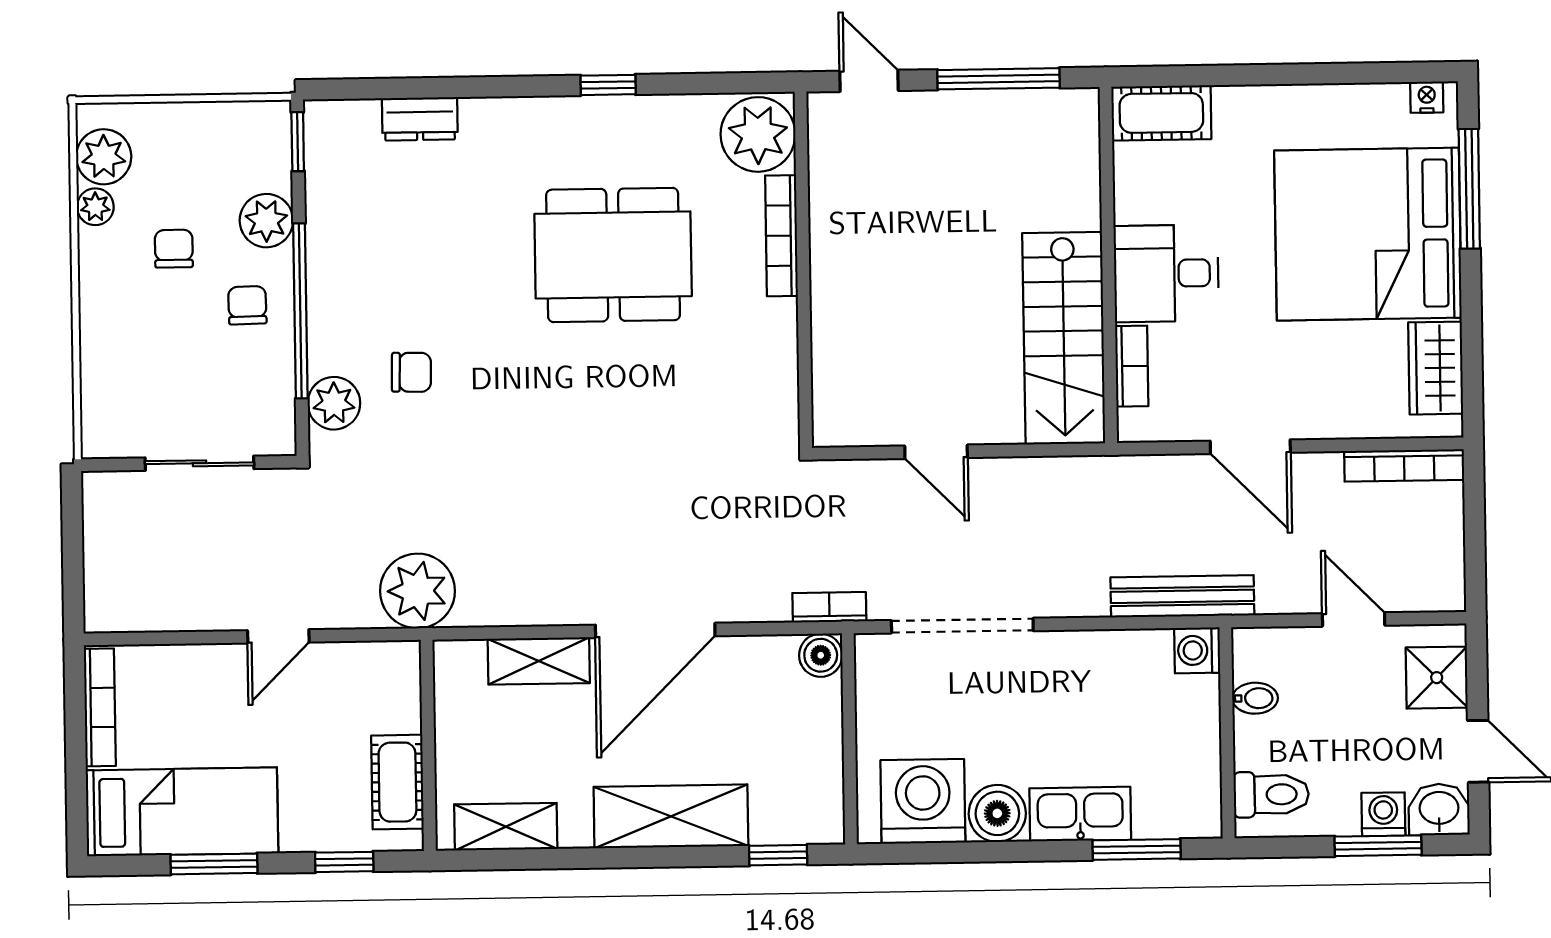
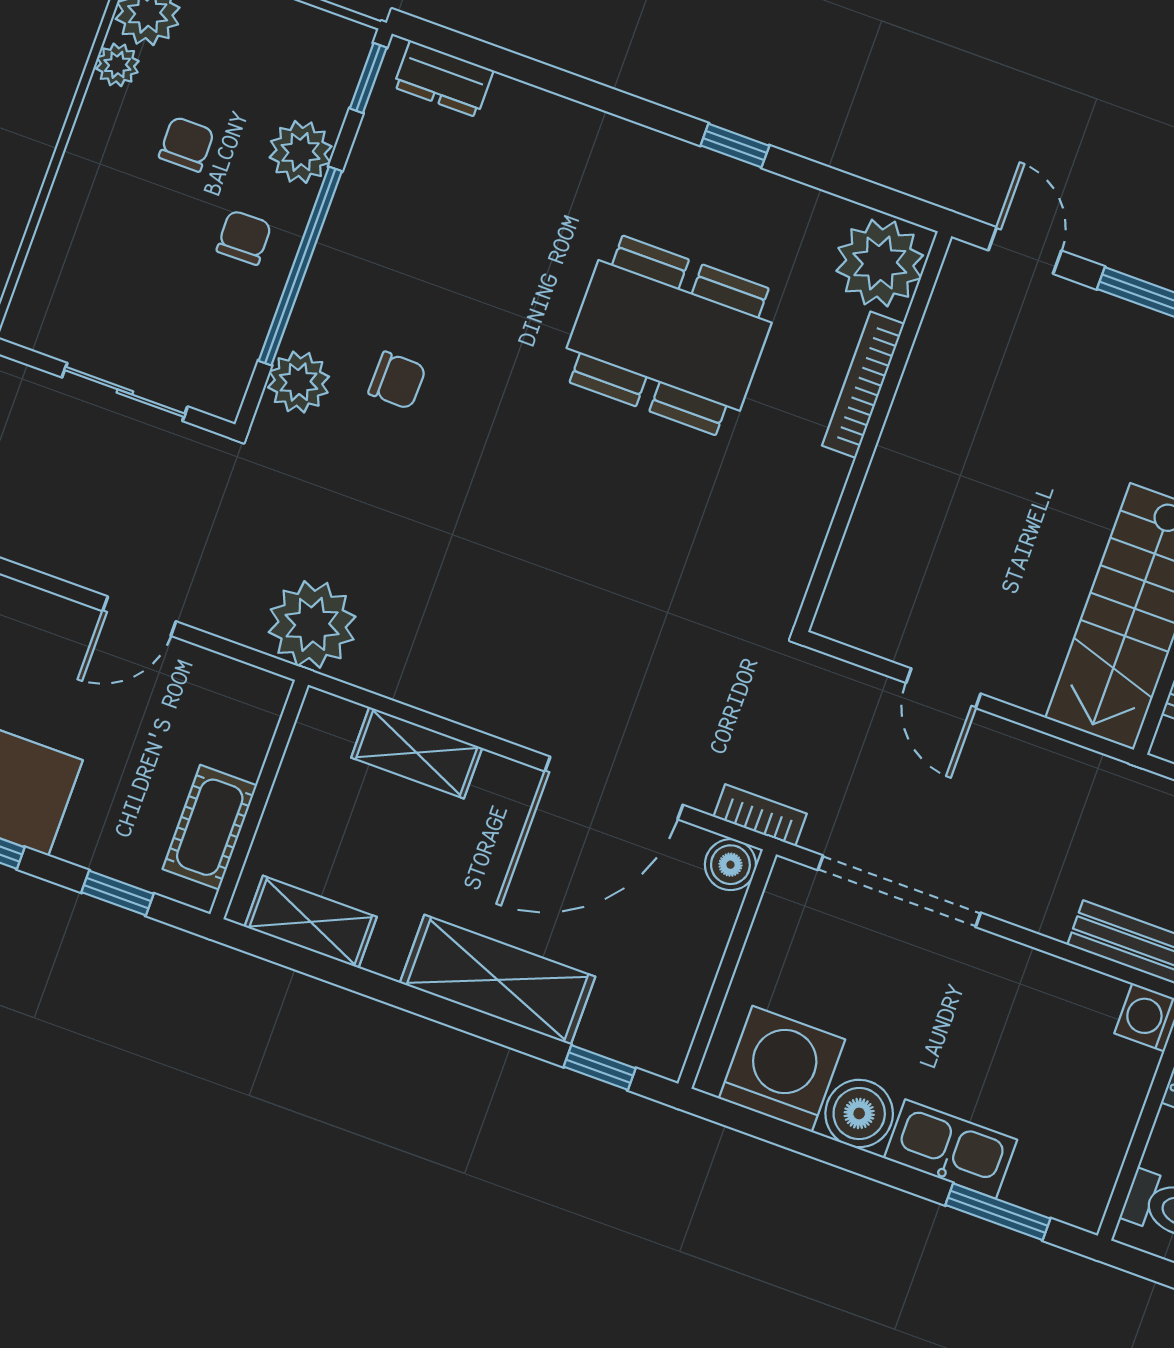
dresser: (420, 119) -> (443, 79), moved
door: (655, 630) -> (614, 788), moved

